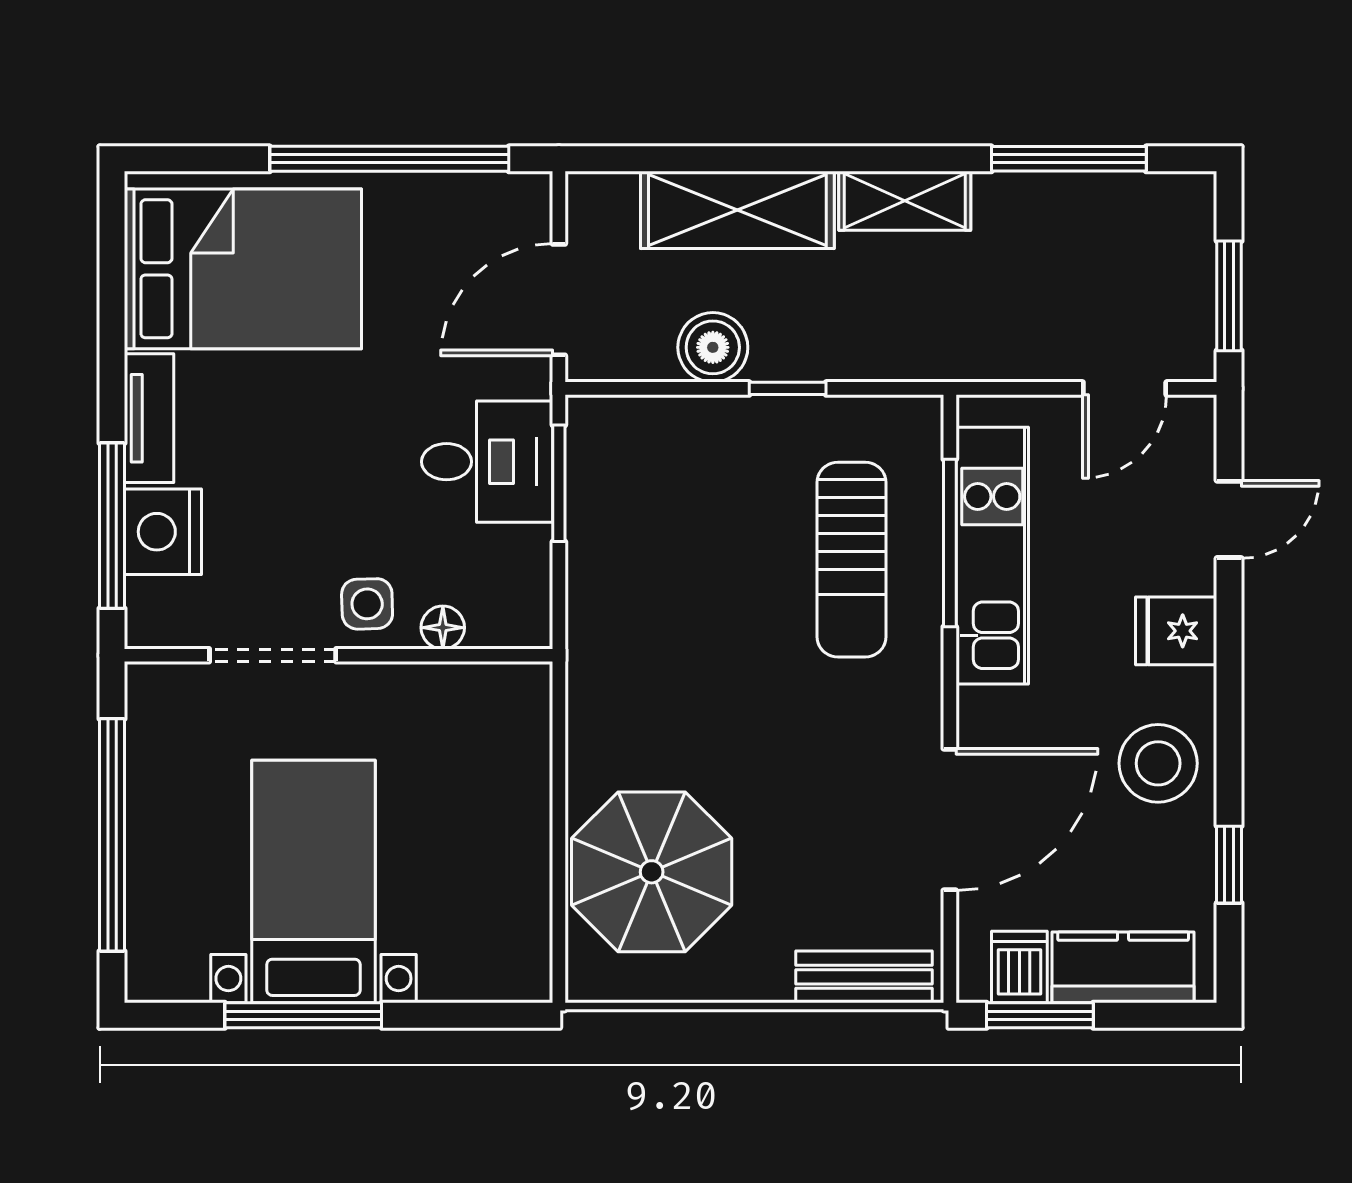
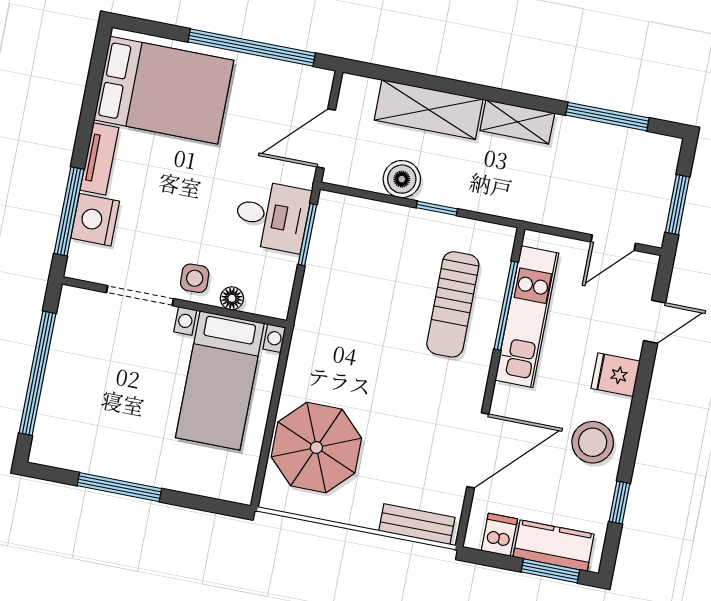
bed with nightstands: (313, 881) -> (220, 380), moved, turned 180
window: (1040, 1015) -> (550, 571), moved

